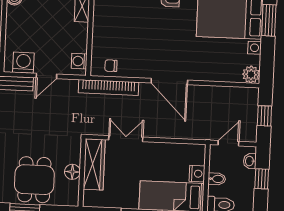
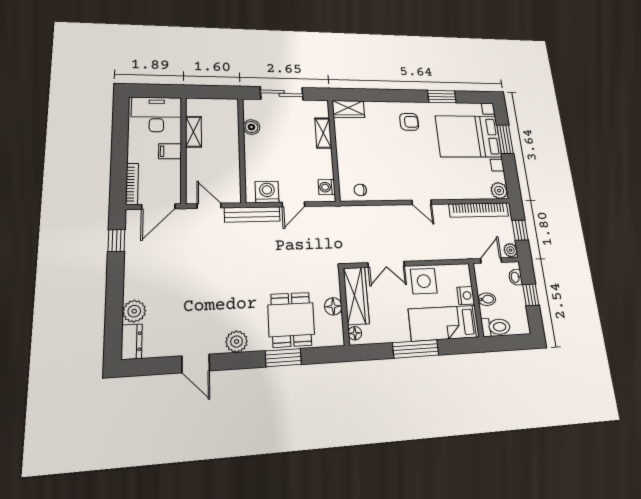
door: (169, 82) -> (422, 202), width x0.53
bookcase: (109, 88) -> (479, 210), moved
plant: (250, 135) -> (510, 250), added
double door: (126, 139) -> (386, 264), swing flipped
side table: (159, 157) -> (424, 281), added
floor lamp: (89, 197) -> (355, 333), added

